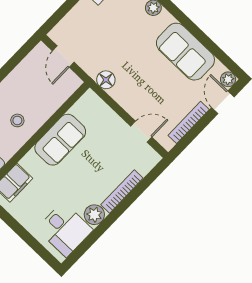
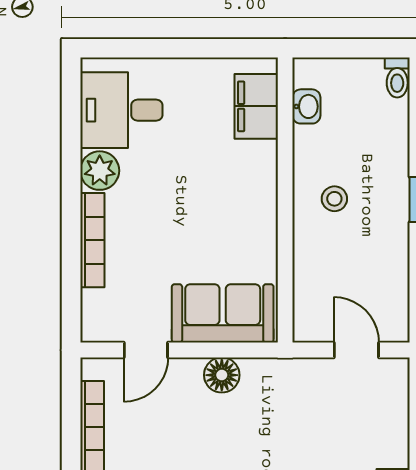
floor lamp: (106, 80) -> (222, 375), moved
sofa: (60, 140) -> (223, 313), moved, turned 90

